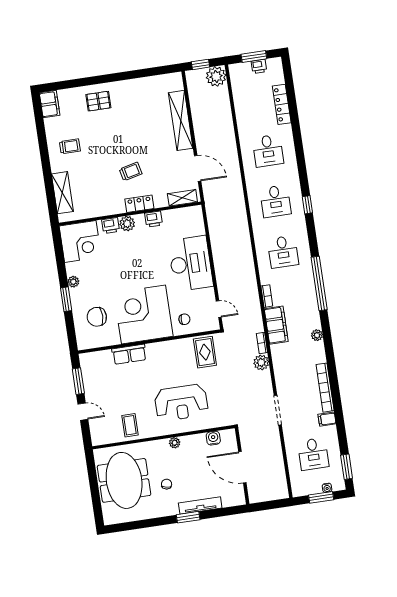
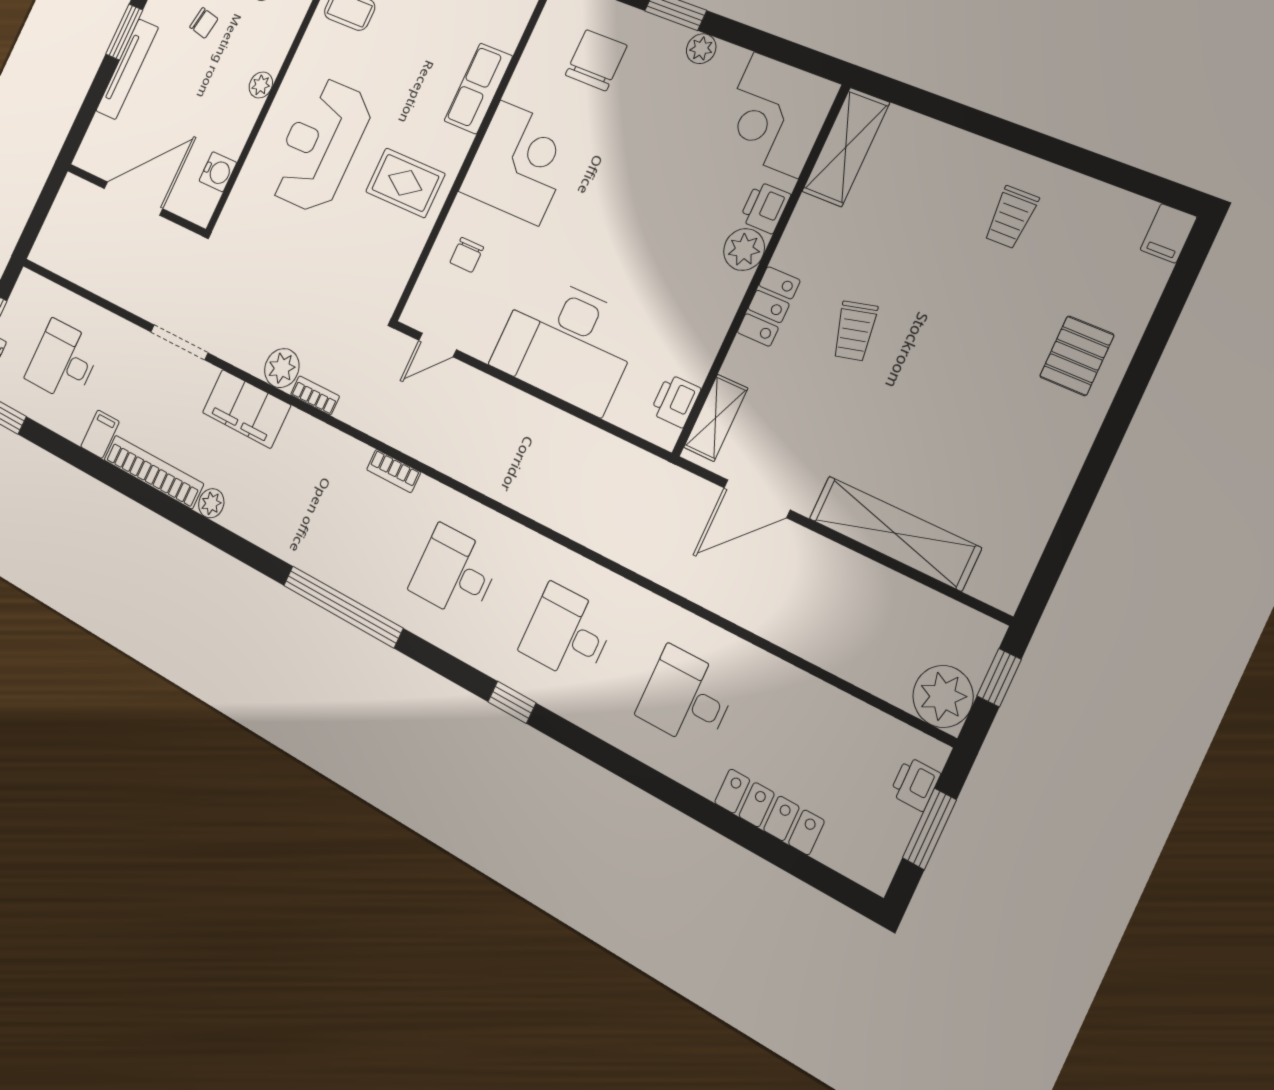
printer: (259, 66) -> (915, 784), moved
filing cabinet: (50, 104) -> (1169, 233), width x0.50
shelving: (62, 193) -> (846, 147), moved, turned 90
printer: (154, 219) -> (675, 401), moved
corner desk: (143, 314) -> (519, 163), width x0.74, depth x0.74
filing cabinet: (276, 325) -> (246, 409), moved
plant: (317, 335) -> (211, 503), moved
rug: (205, 352) -> (405, 183), moved

